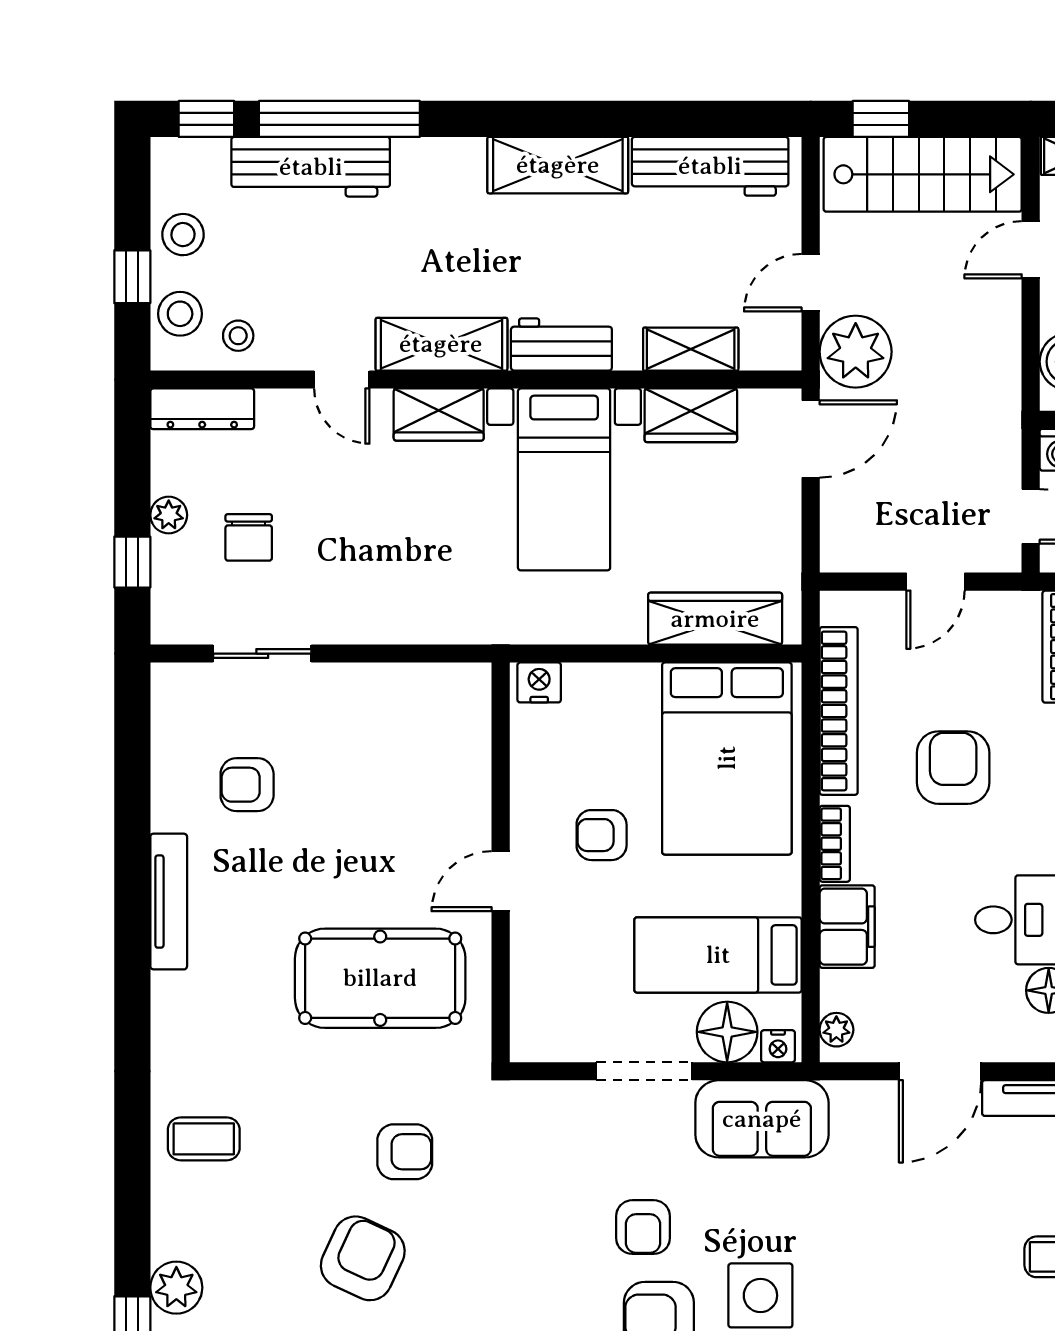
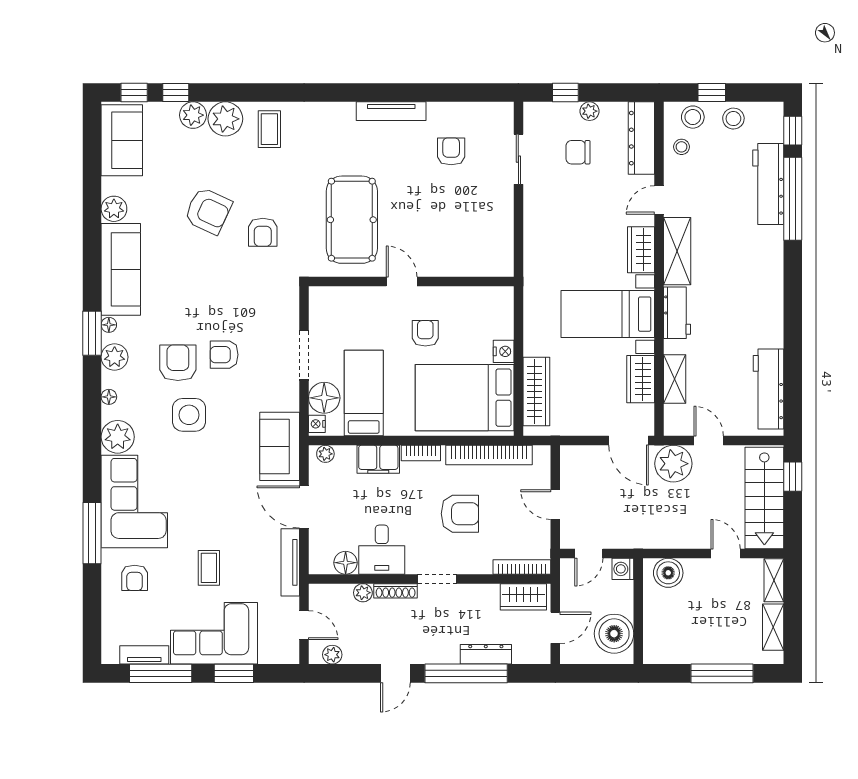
shelving: (558, 165) -> (769, 311), removed
dresser: (202, 409) -> (641, 138), width x1.37, depth x1.24
nightstand: (539, 682) -> (504, 351), moved
sofa: (762, 1119) -> (280, 446), moved
plant: (184, 1225) -> (225, 119), added

